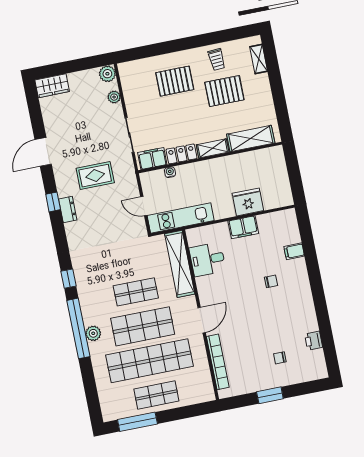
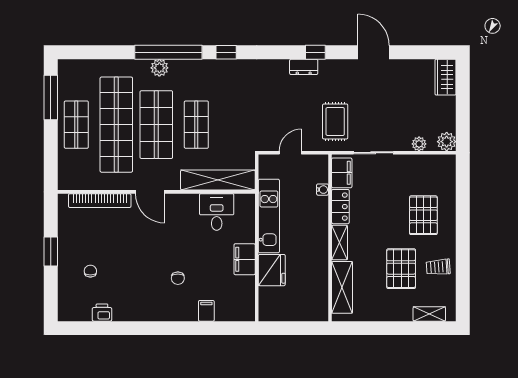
rug: (95, 176) -> (335, 121), moved
kitchen unit: (181, 218) -> (269, 216), moved

